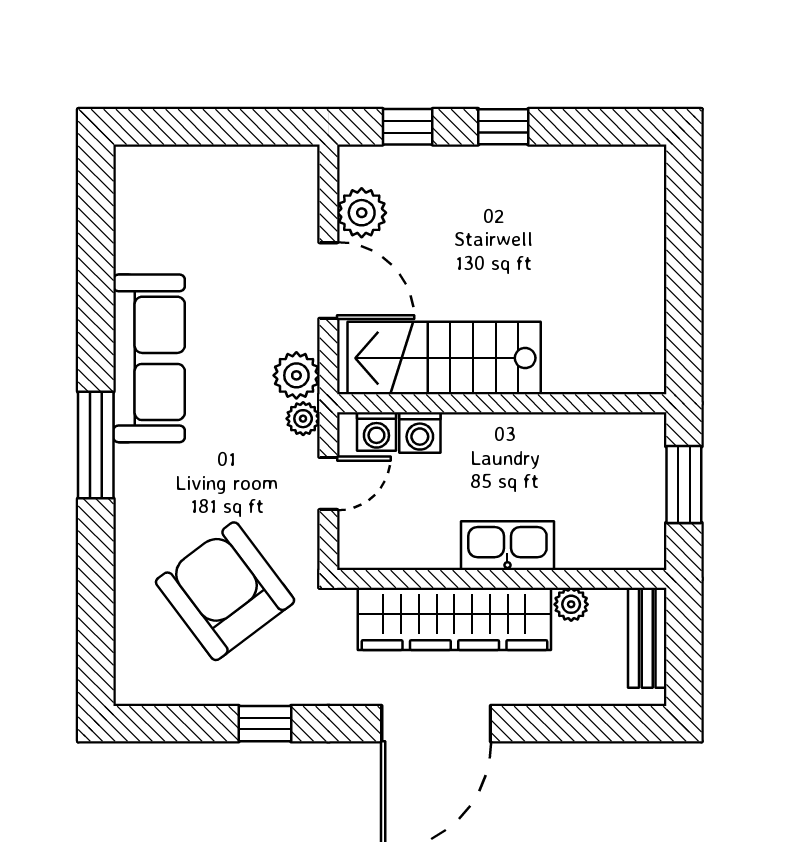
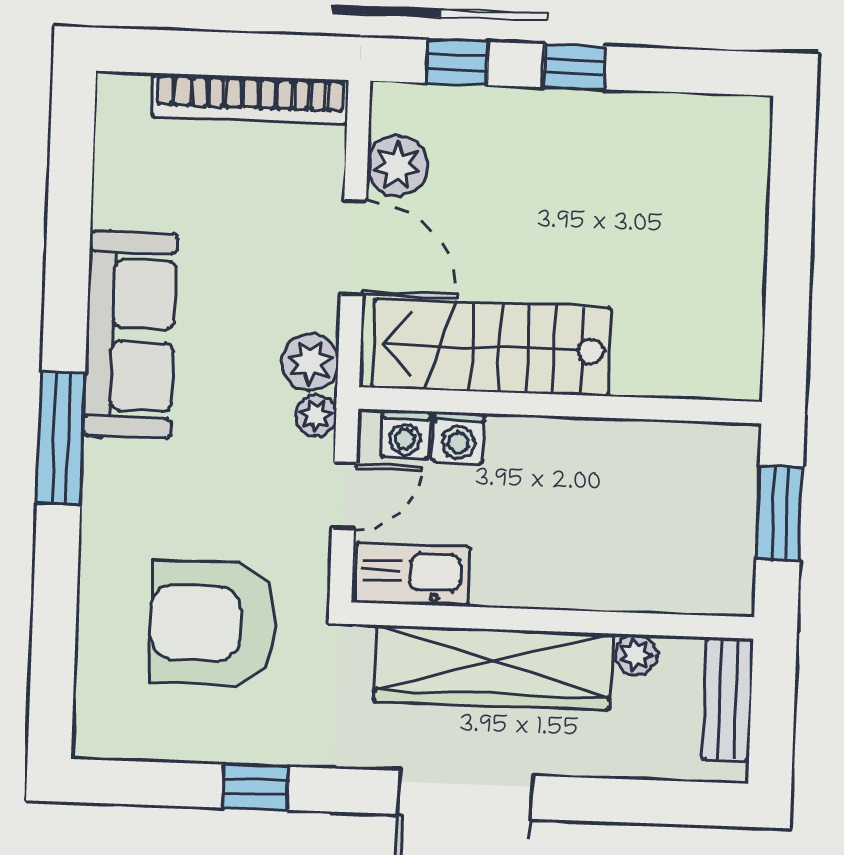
bookcase: (240, 162) -> (250, 99), added
kitchen sink: (507, 546) -> (412, 575), moved
armchair: (225, 591) -> (213, 623), turned -53

